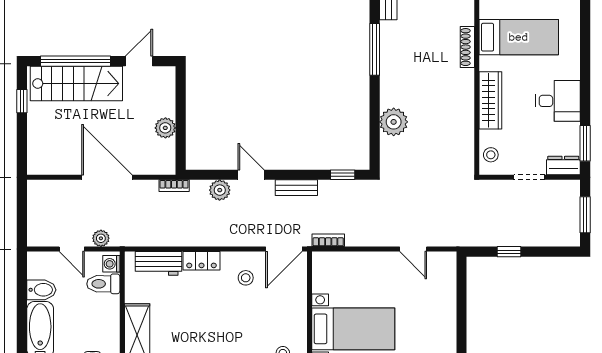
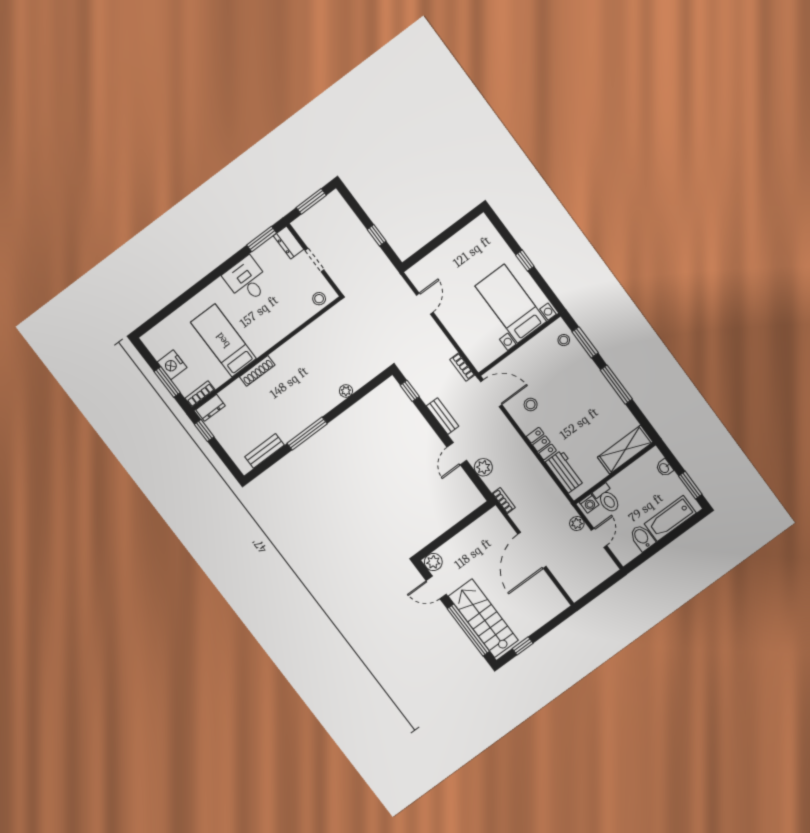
wardrobe: (490, 100) -> (282, 327), removed
plant: (394, 122) -> (346, 391), width x0.53, depth x0.53
plant: (165, 128) -> (433, 562), moved

